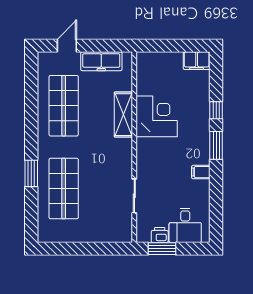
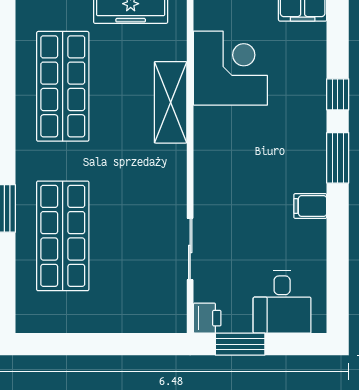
corner desk: (157, 116) -> (230, 68), moved
printer: (160, 235) -> (207, 318), moved, turned 90

